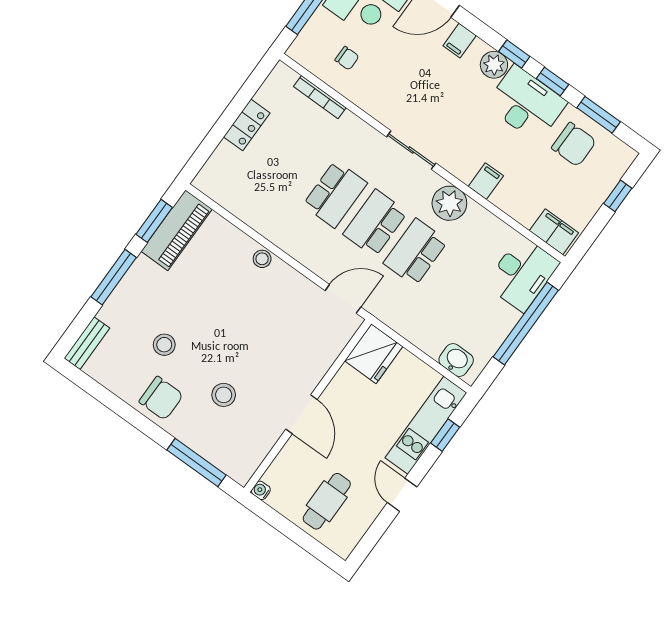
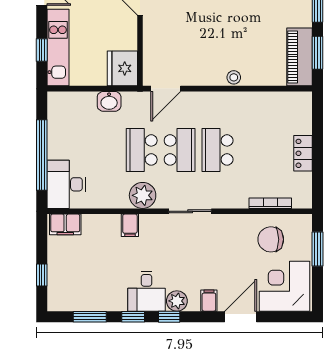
chair: (347, 58) -> (271, 239), width x1.87, depth x1.87
desk: (526, 104) -> (147, 291), width x0.73
chair: (574, 144) -> (92, 287), removed
school desk: (416, 252) -> (142, 150), turned 180
washbasin: (456, 360) -> (109, 101), moved

